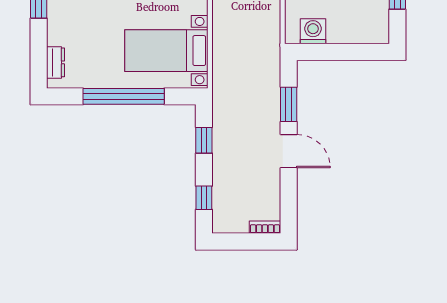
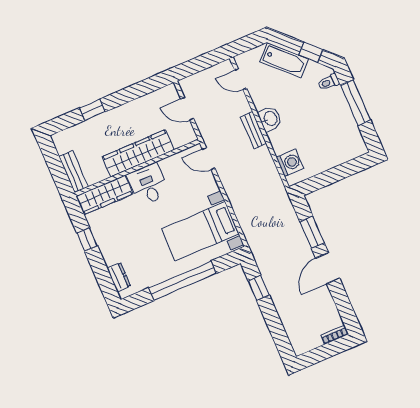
washing machine: (313, 31) -> (290, 163), moved, turned 90
door: (289, 151) -> (328, 268), swing flipped
window: (204, 198) -> (278, 332), removed

